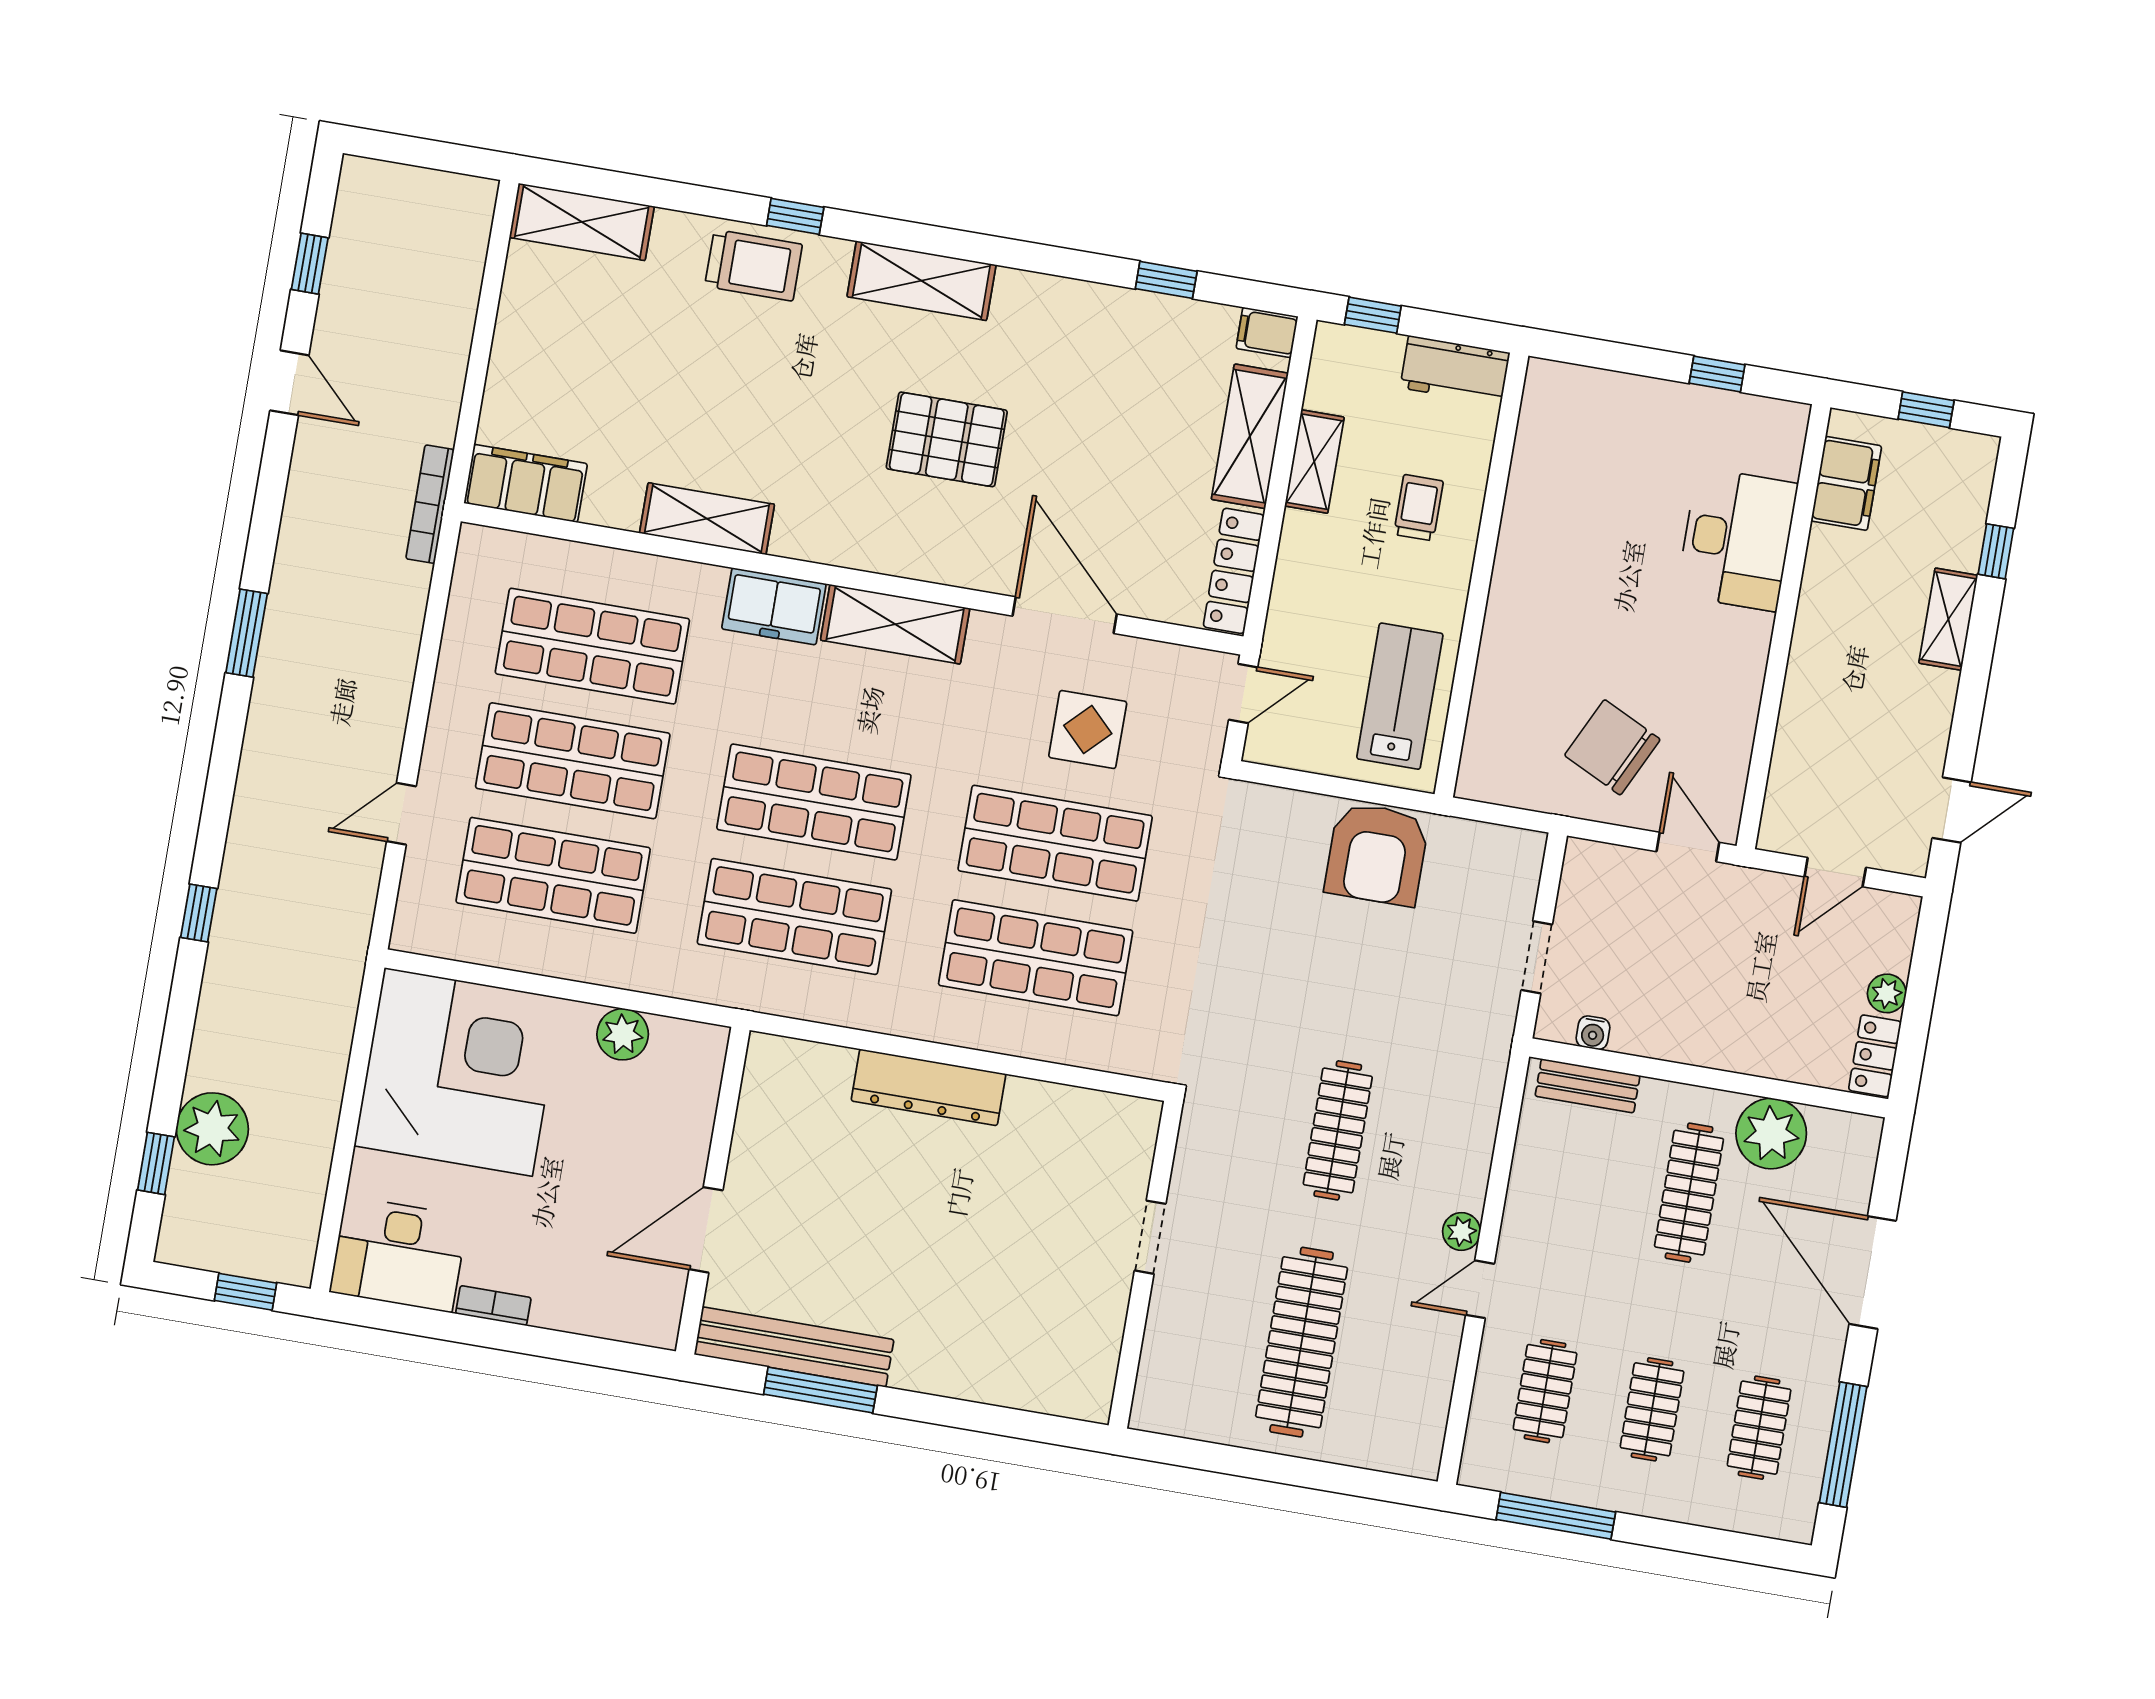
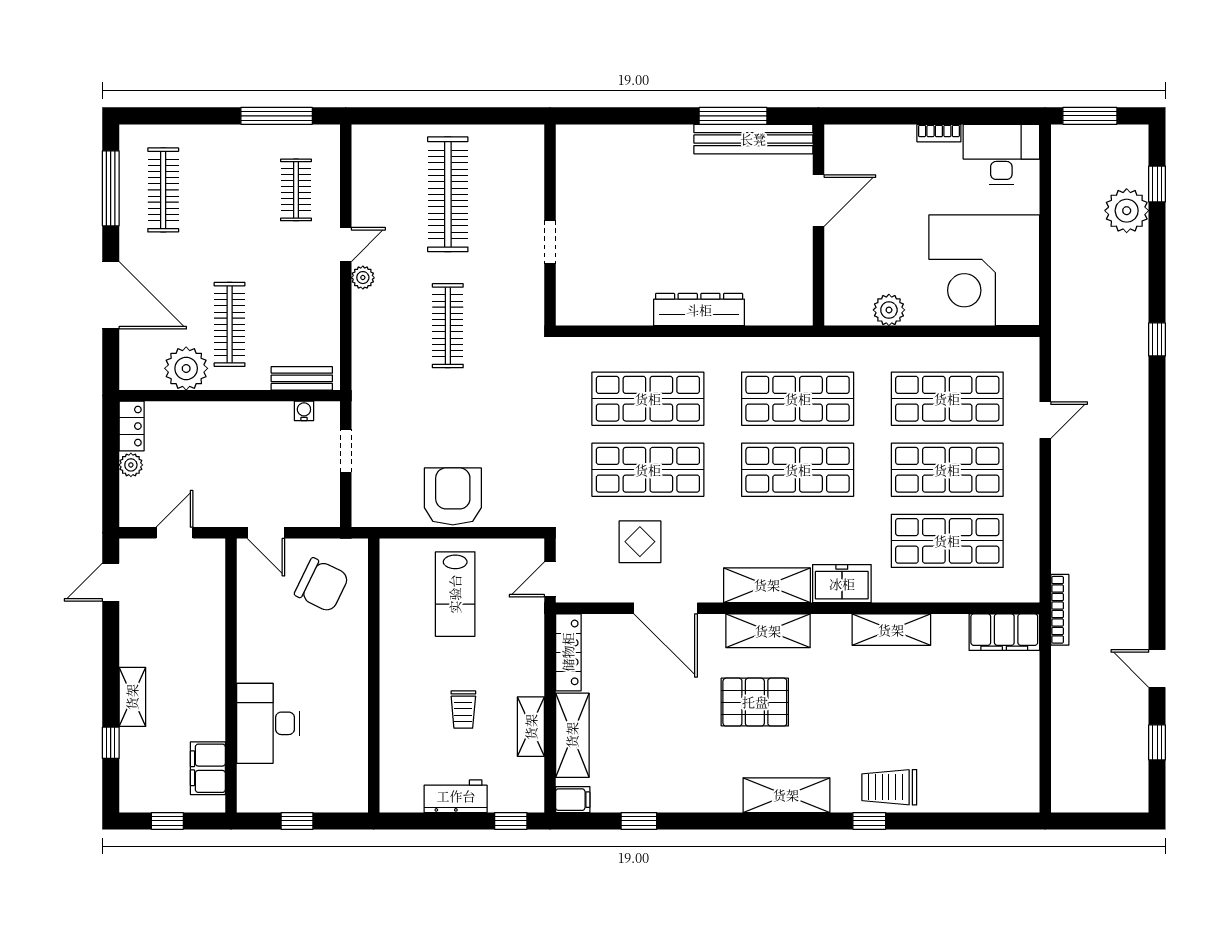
shelving: (582, 222) -> (768, 631), moved
wall: (1481, 575) -> (374, 675), moved
window: (247, 633) -> (1157, 513), removed
window: (245, 1292) -> (1090, 116), width x1.50
clothes rail: (1652, 1409) -> (230, 190), removed
clothes rail: (1759, 1428) -> (163, 190), width x1.36

